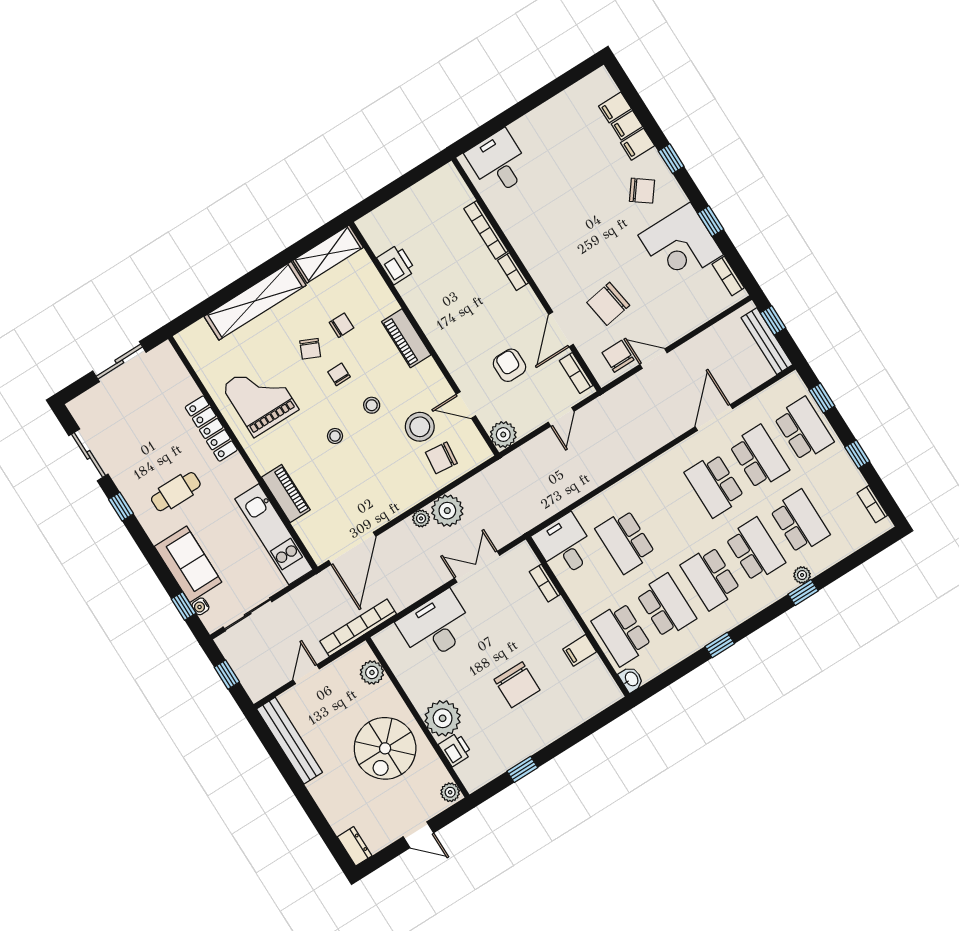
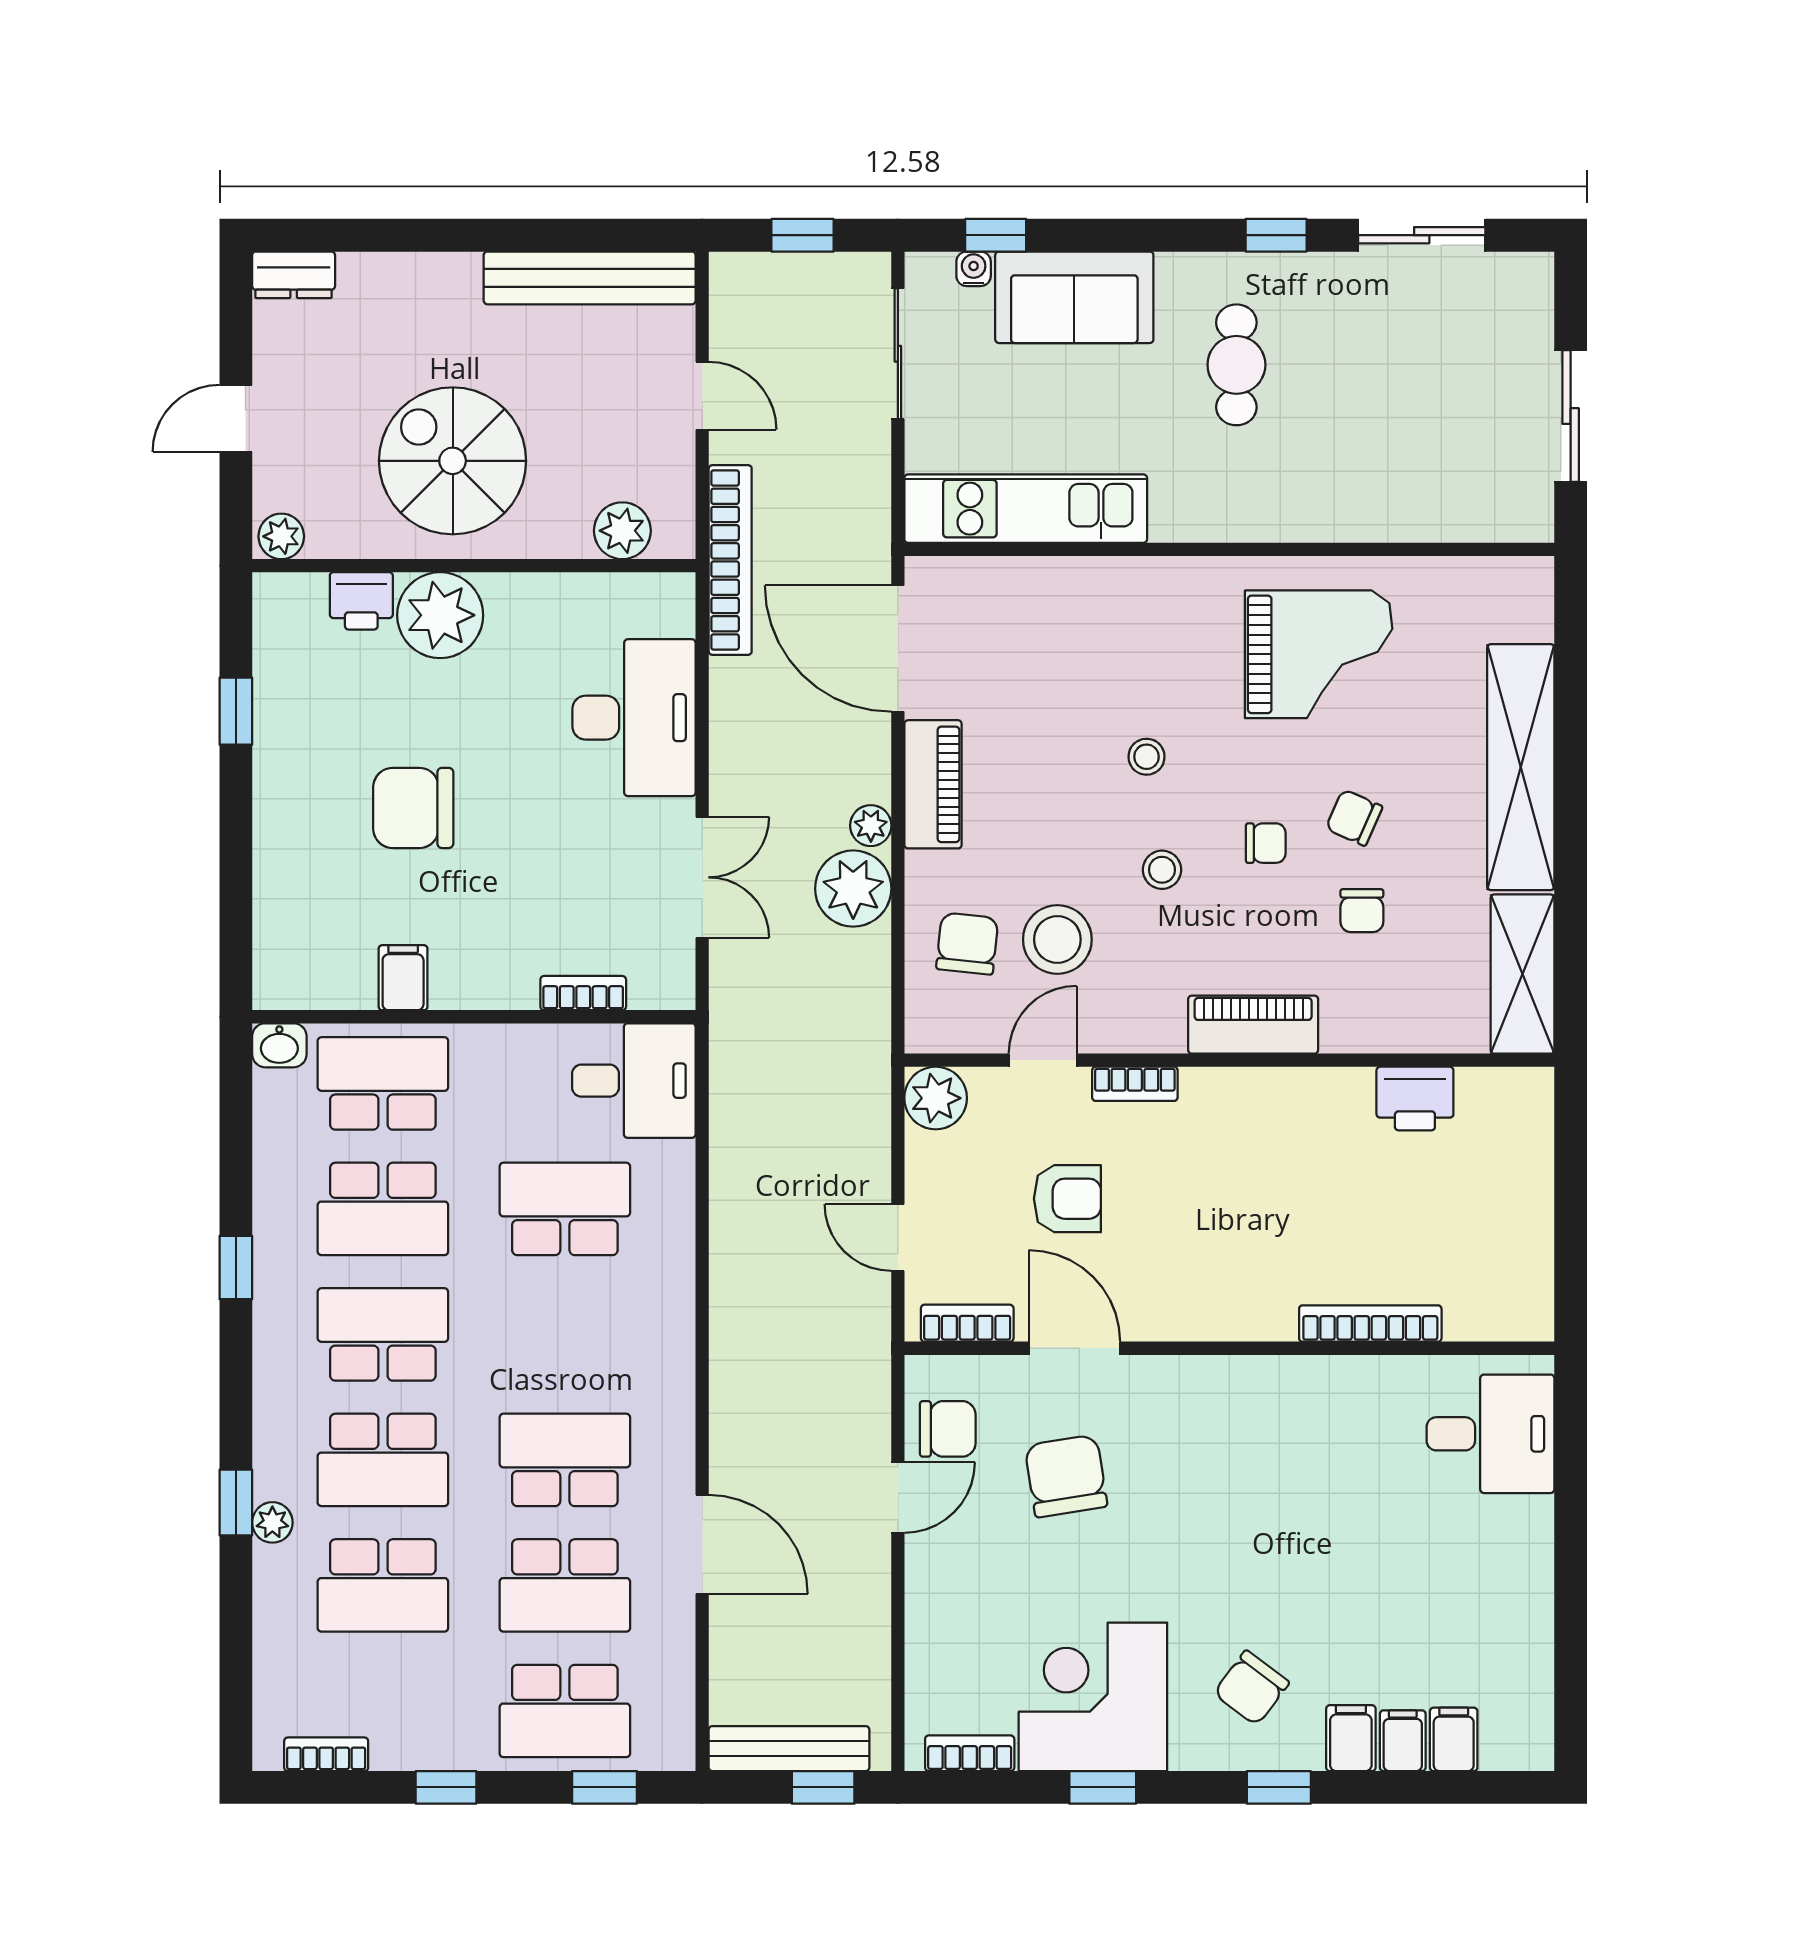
bookcase: (513, 272) -> (1135, 1084), moved, turned 180
locker: (211, 429) -> (1319, 517), removed
piano: (286, 494) -> (933, 784), moved, turned -90

